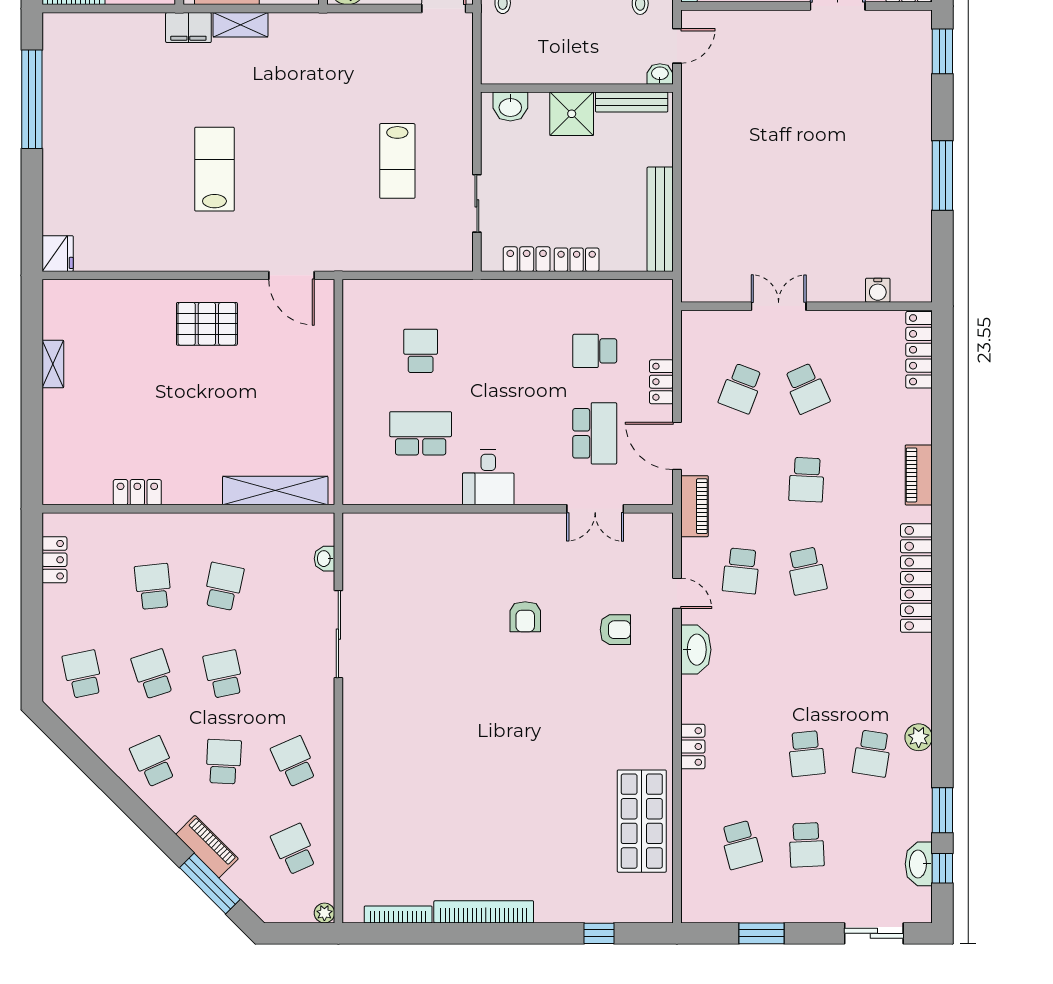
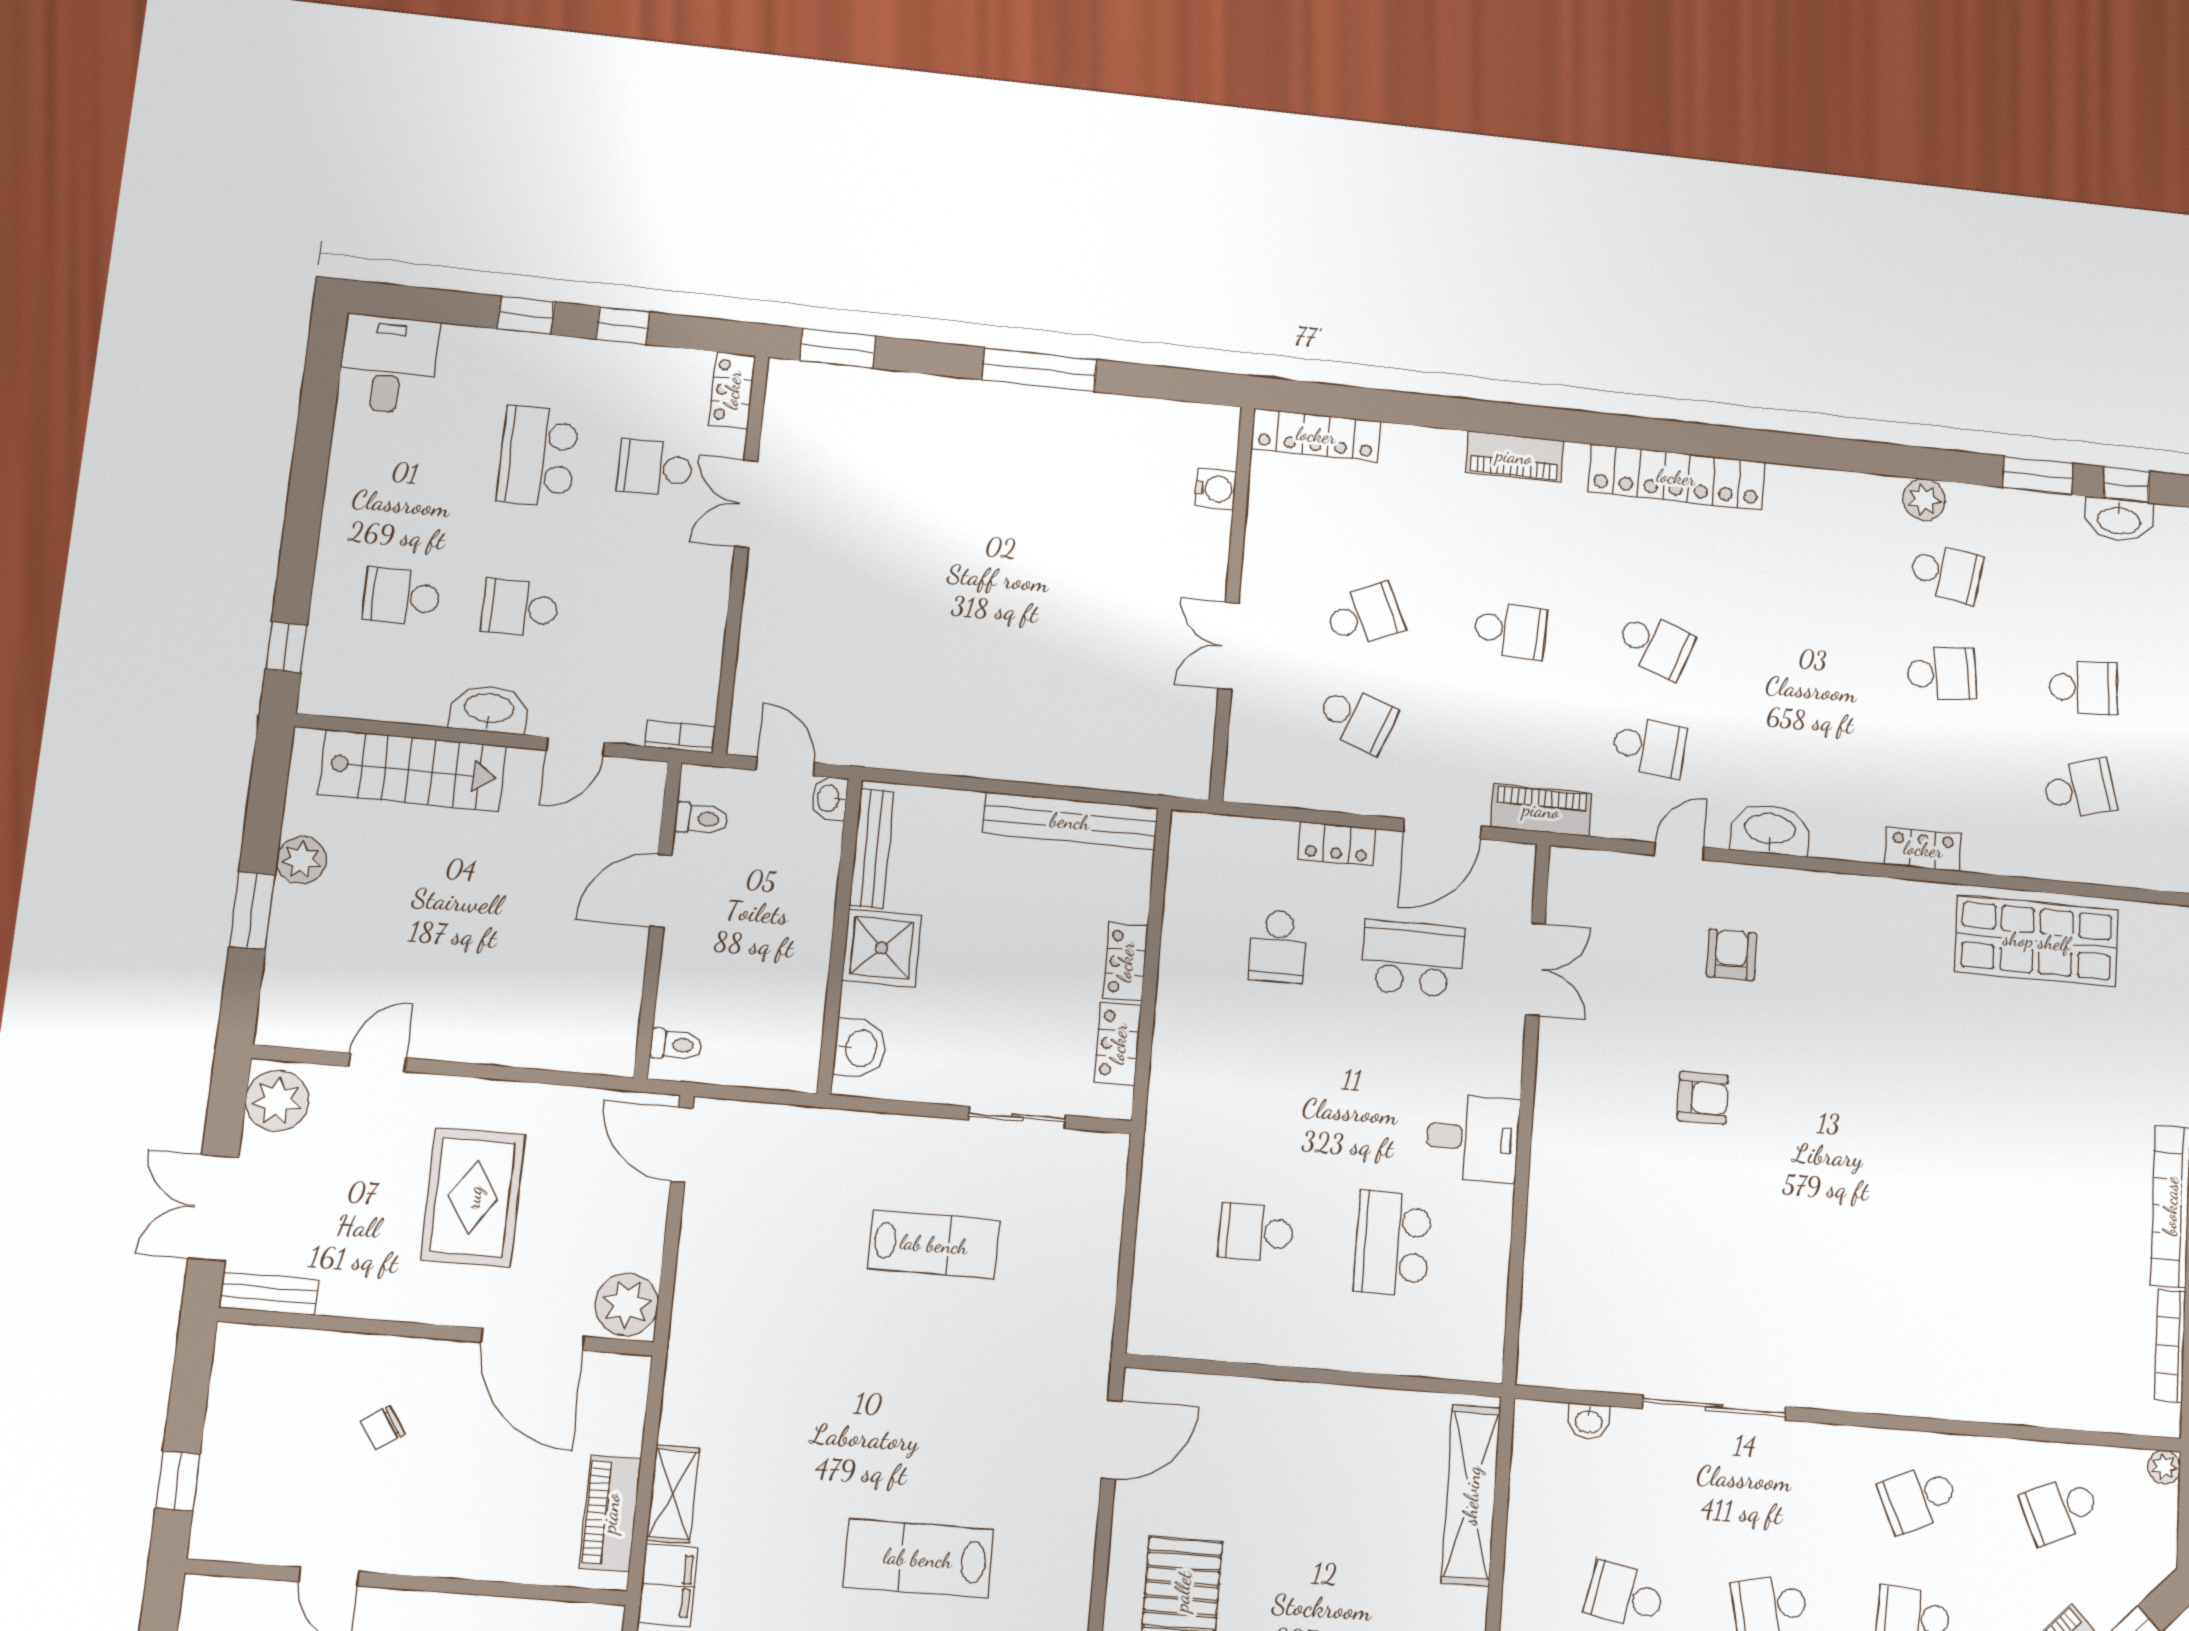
school desk: (807, 571) -> (1655, 645), turned 33

